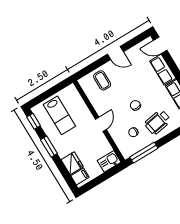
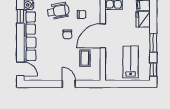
door: (115, 53) -> (69, 84), moved
coffee table: (102, 80) -> (85, 58), moved
door: (101, 124) -> (103, 36), width x1.87

